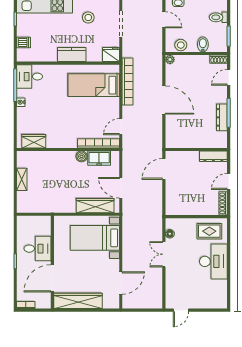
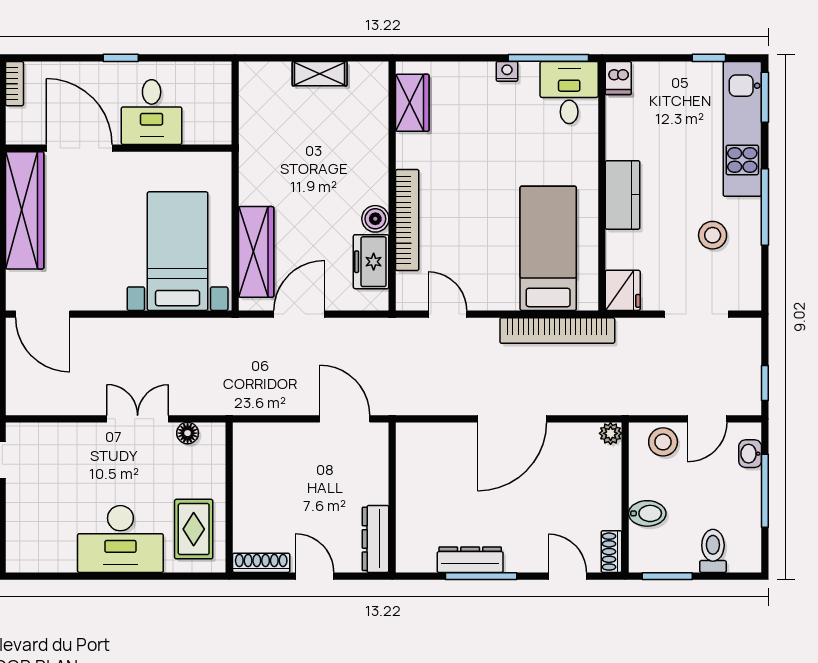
dishwasher: (24, 42) -> (618, 78), moved
stool: (181, 45) -> (663, 442), moved
bookcase: (98, 143) -> (407, 220), moved
door: (121, 283) -> (43, 314), moved

